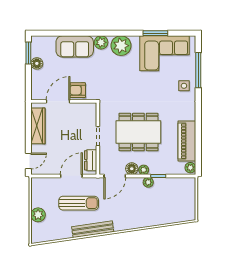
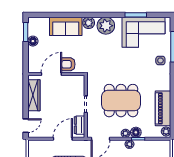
floor lamp: (132, 169) -> (136, 132), moved

